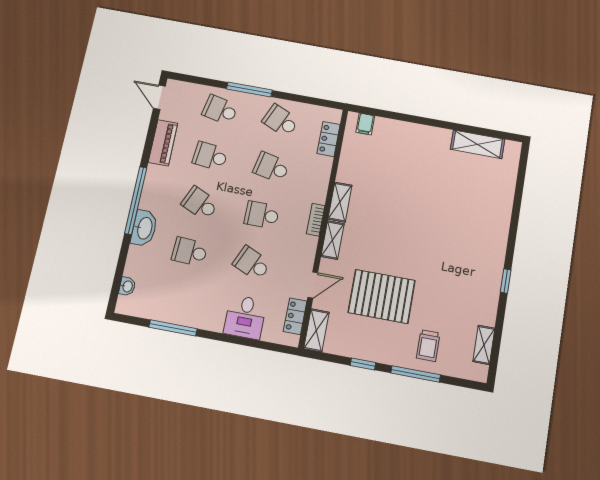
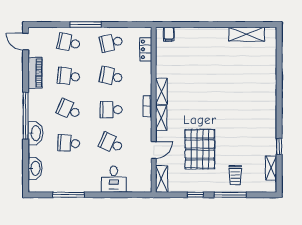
school desk: (281, 121) -> (111, 43), turned -36
window: (506, 281) -> (279, 146), moved
washbasin: (127, 286) -> (35, 168), width x1.91, depth x1.45
pallet: (382, 296) -> (200, 149), turned 90
locker: (295, 316) -> (146, 172), removed

